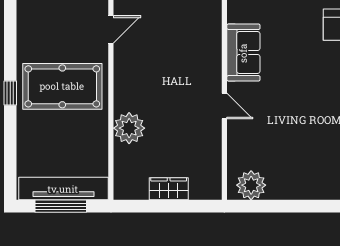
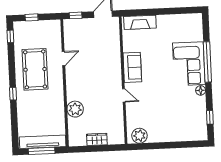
pool table: (62, 86) -> (35, 69), moved, turned 90

